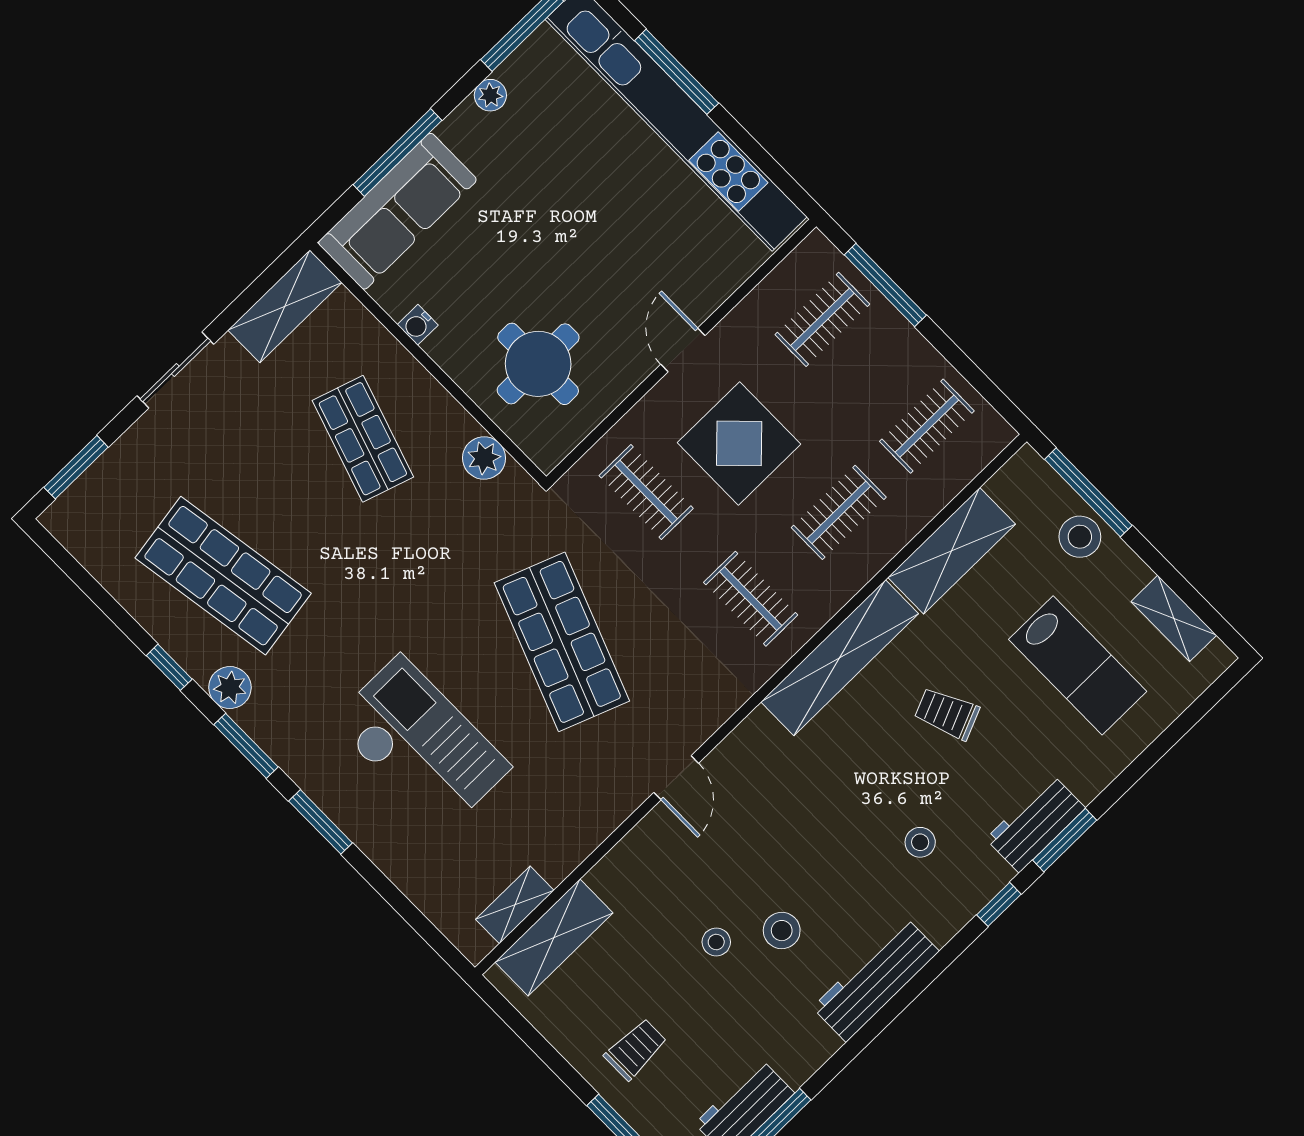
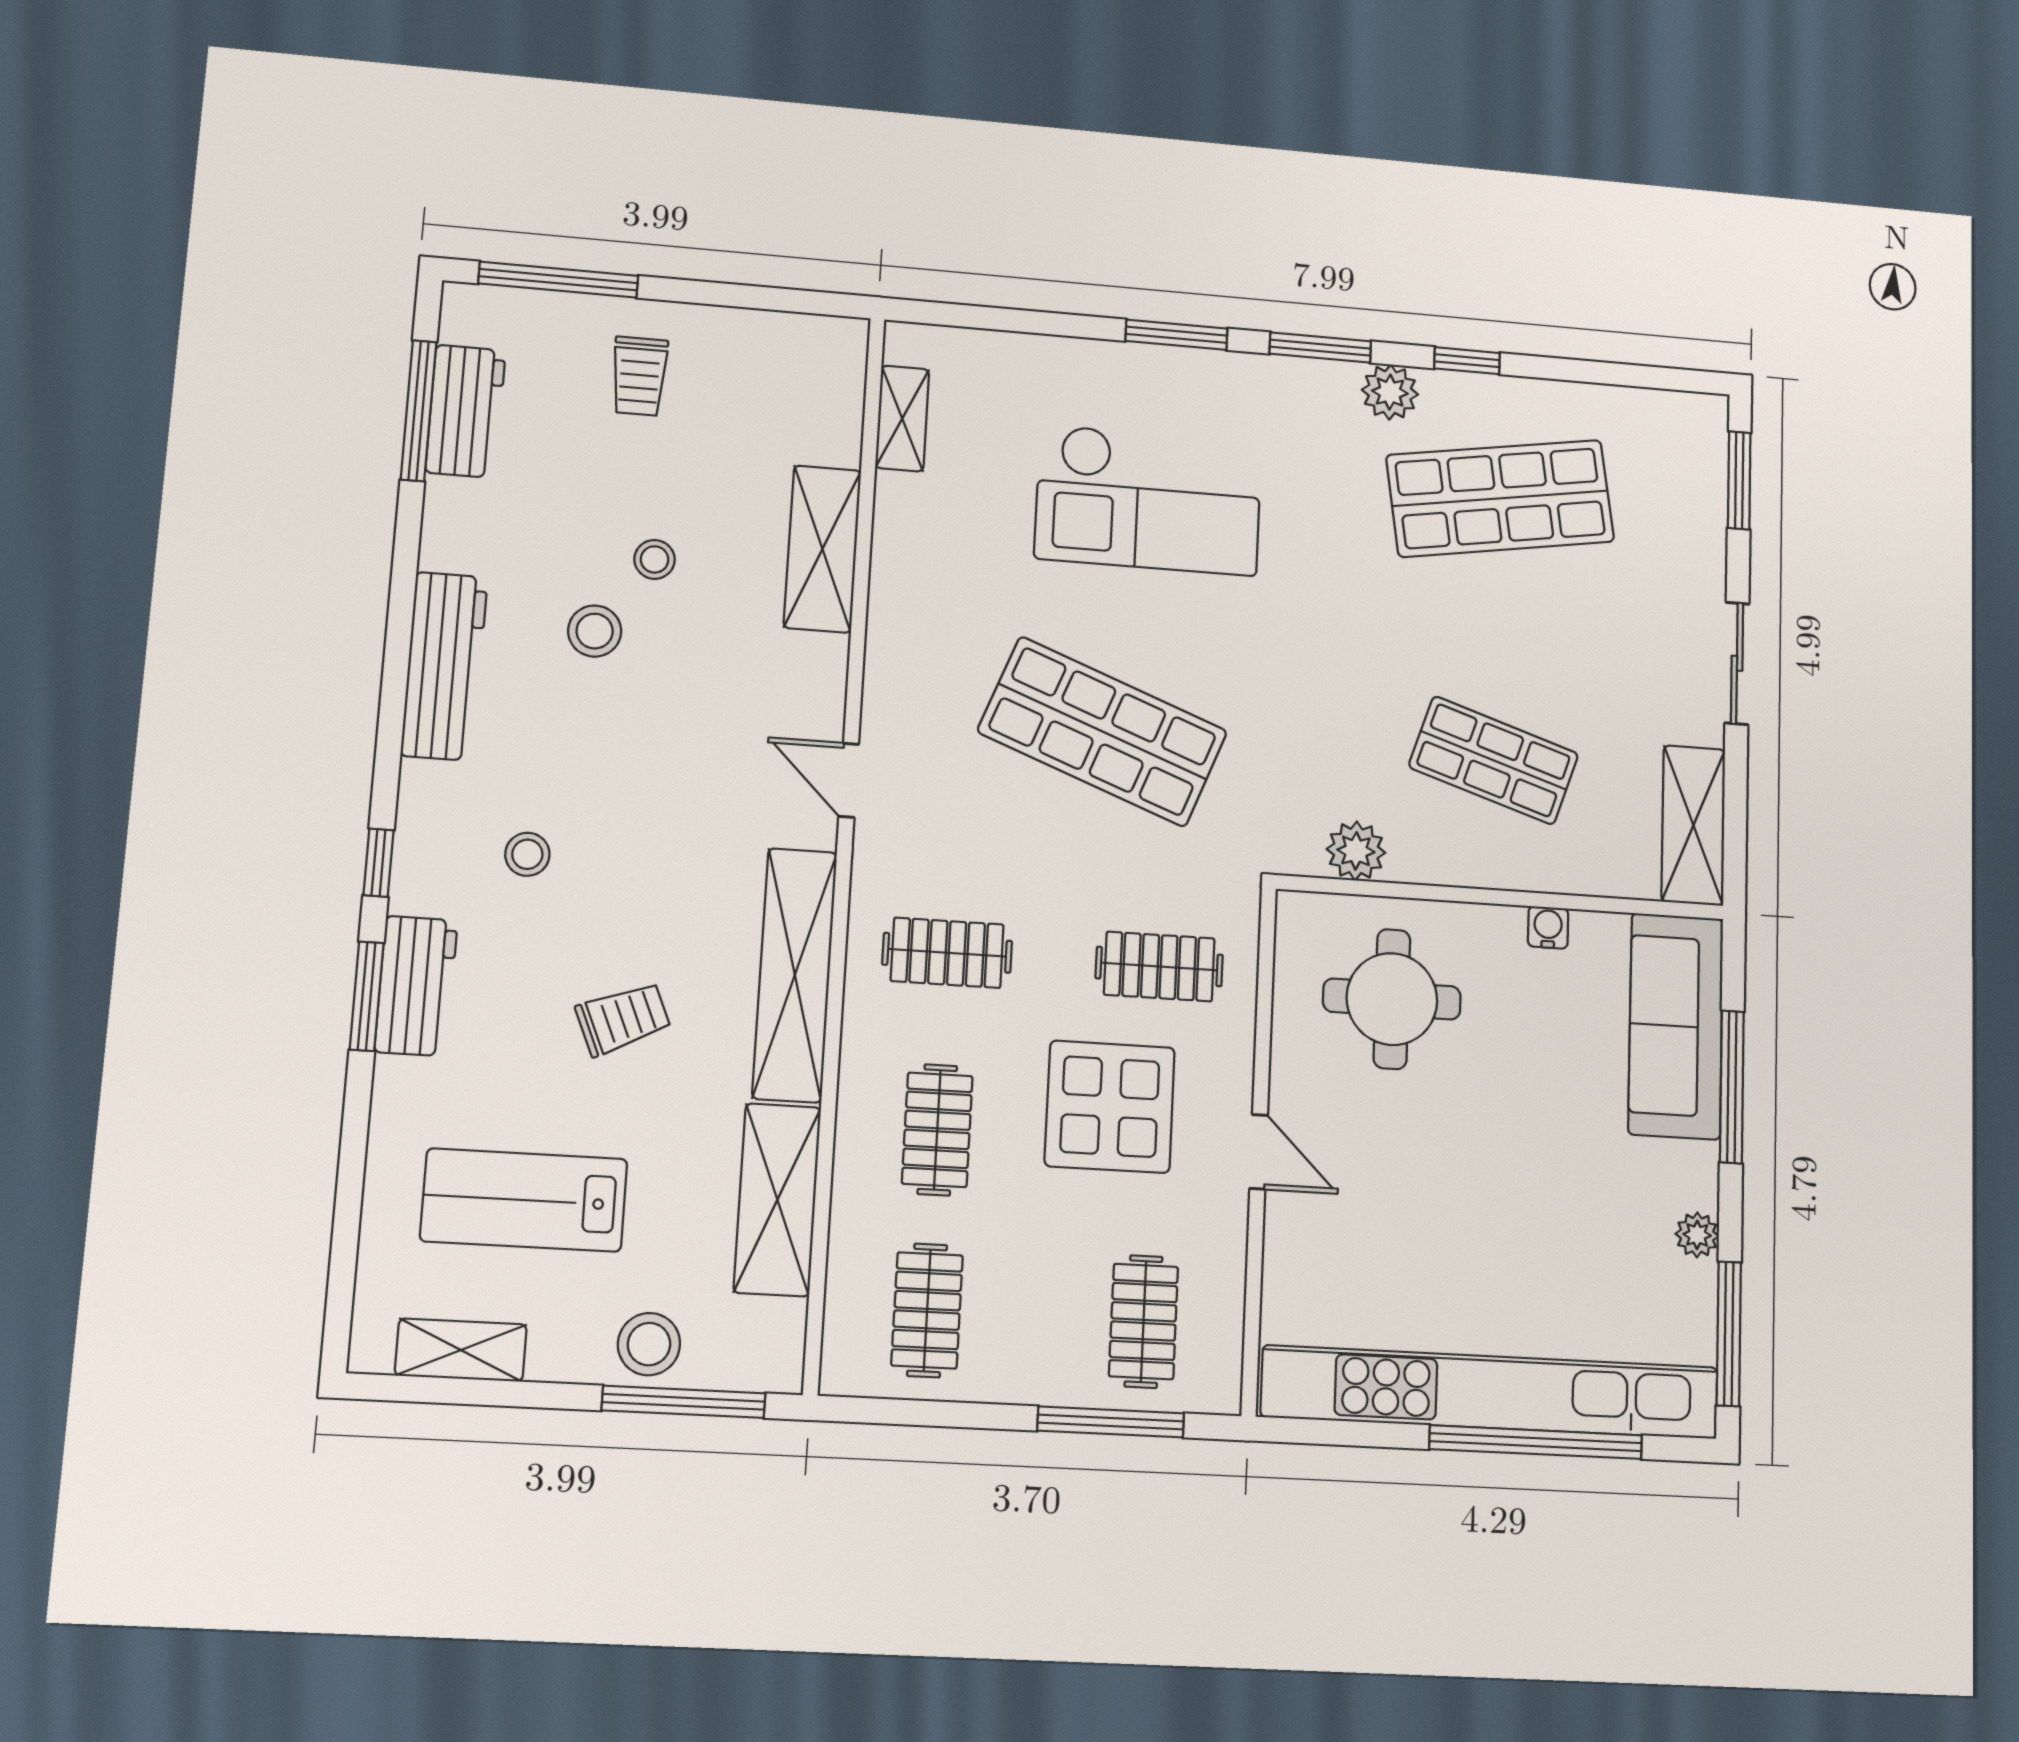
window: (677, 72) -> (1536, 1442), width x1.46
door: (676, 778) -> (849, 780), moved
shelving: (554, 938) -> (822, 549), moved

